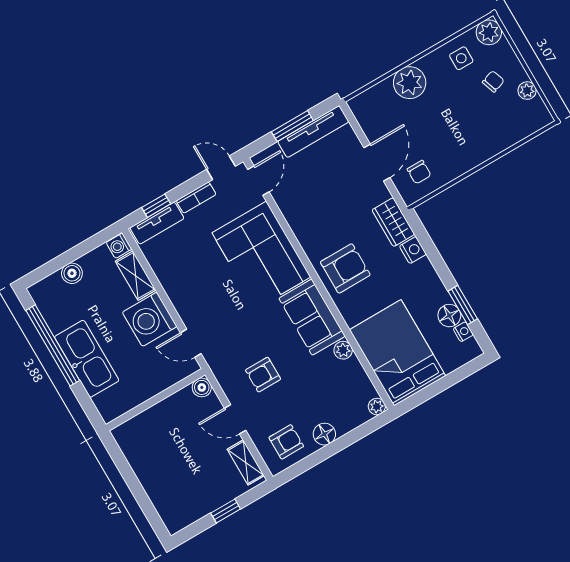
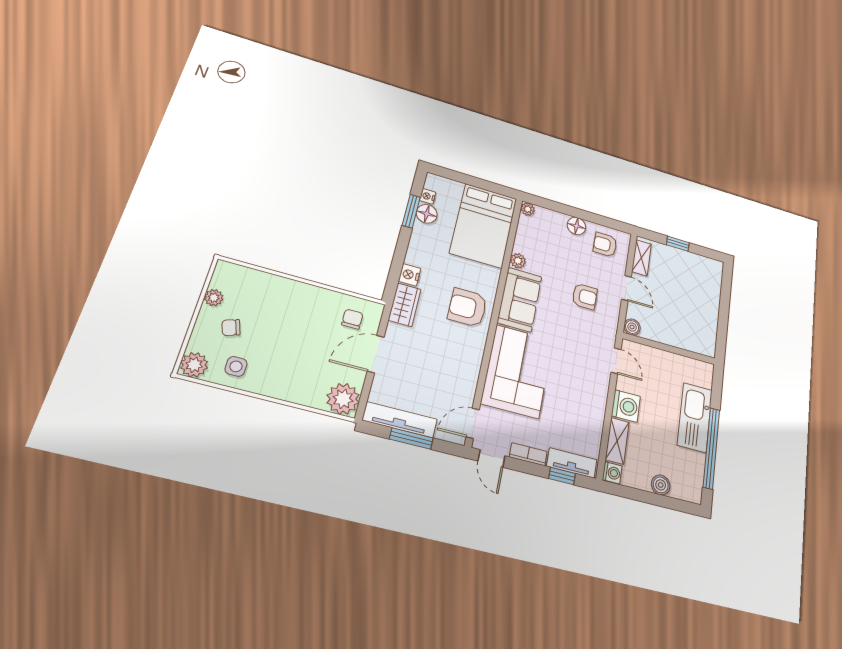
plant: (410, 83) -> (343, 399), moved
washing machine: (150, 319) -> (626, 406), width x0.73, depth x0.73

